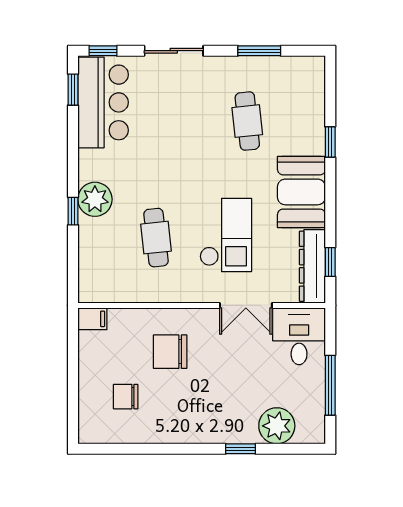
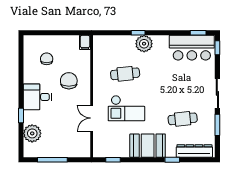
sliding door: (174, 51) -> (217, 93), moved
dresser: (312, 266) -> (194, 151), moved
desk: (299, 336) -> (37, 97), moved, turned 180

